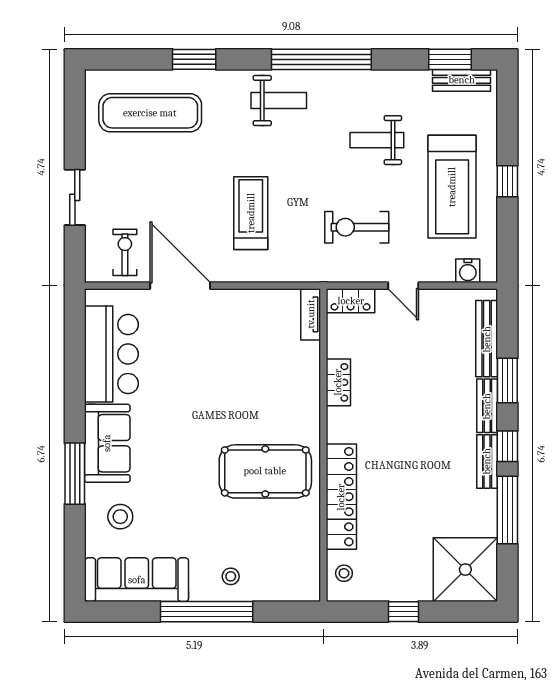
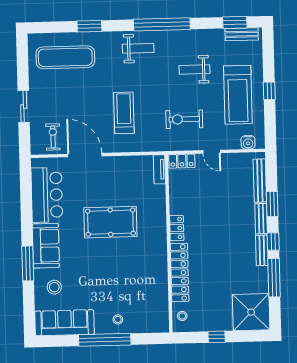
locker: (338, 382) -> (177, 228), moved
pool table: (265, 471) -> (110, 222), moved

